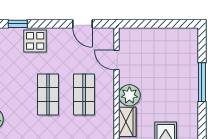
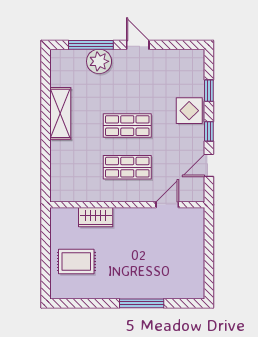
window: (53, 24) -> (209, 131), added
plant: (129, 95) -> (126, 220), removed

